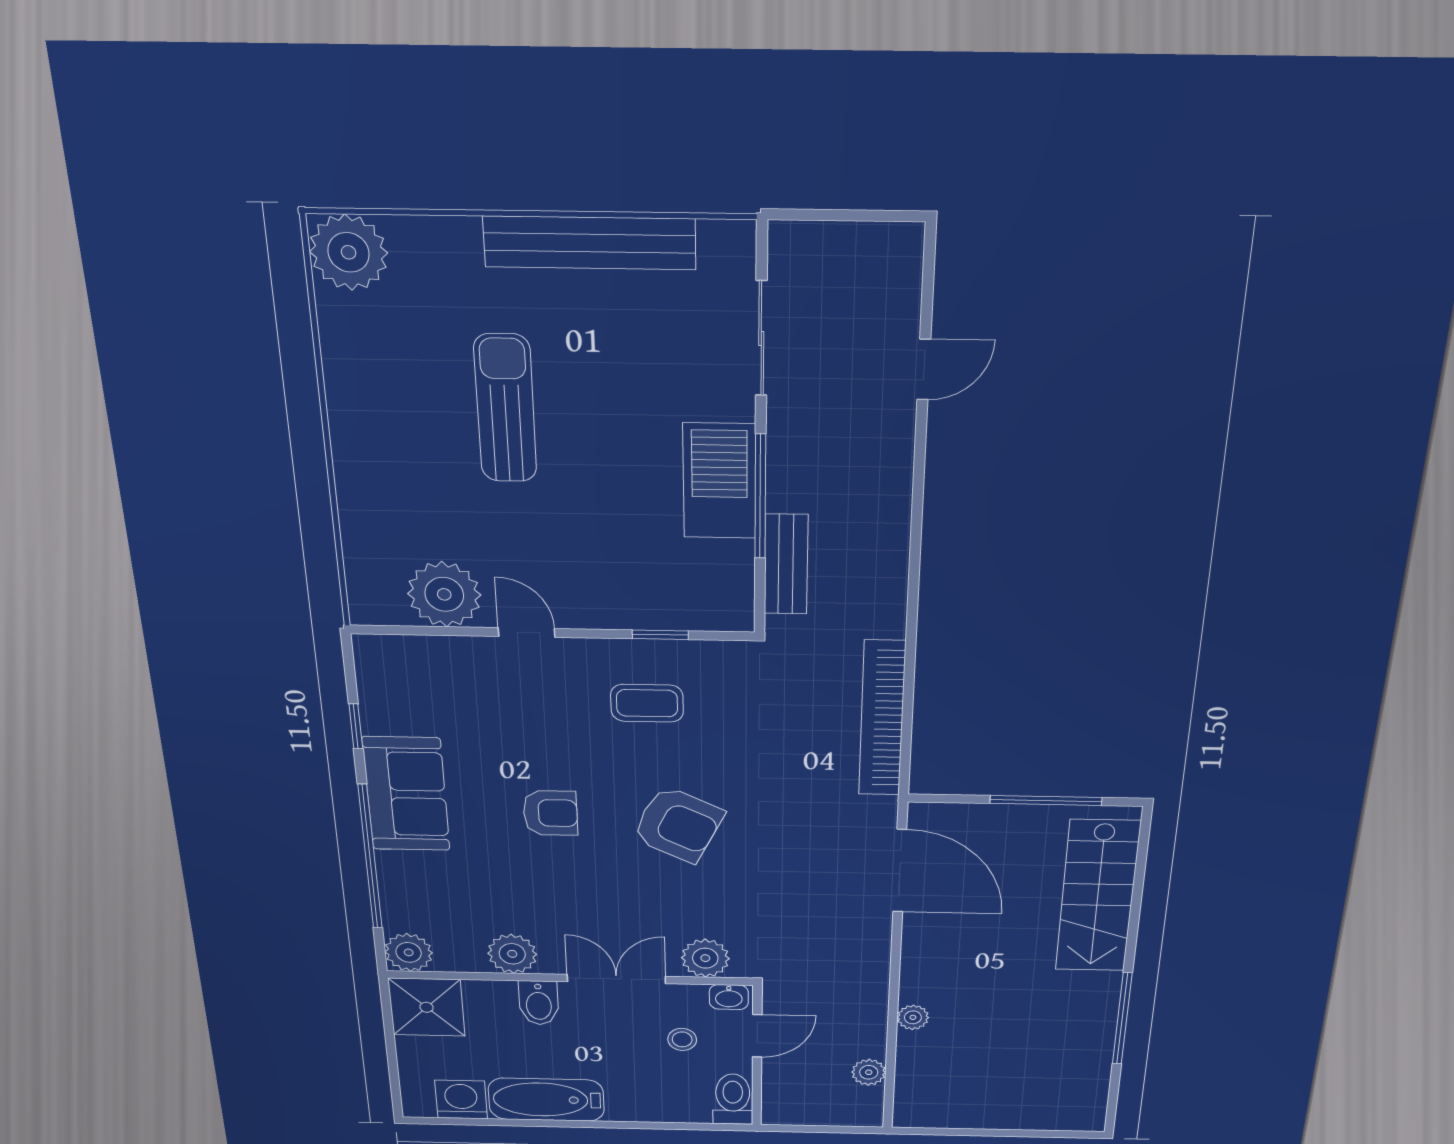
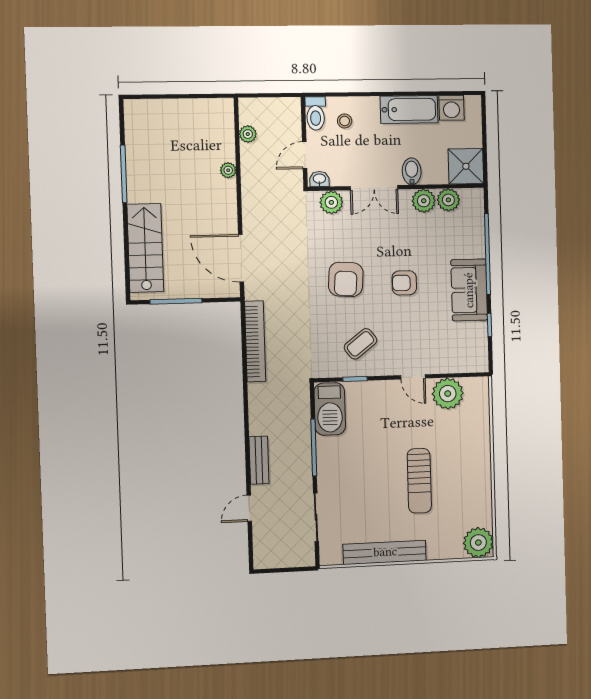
barbecue: (719, 481) -> (330, 409), moved
bench: (786, 564) -> (259, 460), moved
coffee table: (647, 703) -> (361, 344), turned -38
armchair: (678, 825) -> (346, 279), turned -112
plant: (409, 952) -> (448, 200), moved
stool: (682, 1039) -> (345, 121), moved

